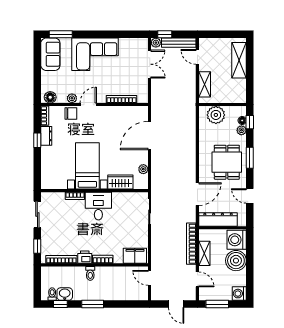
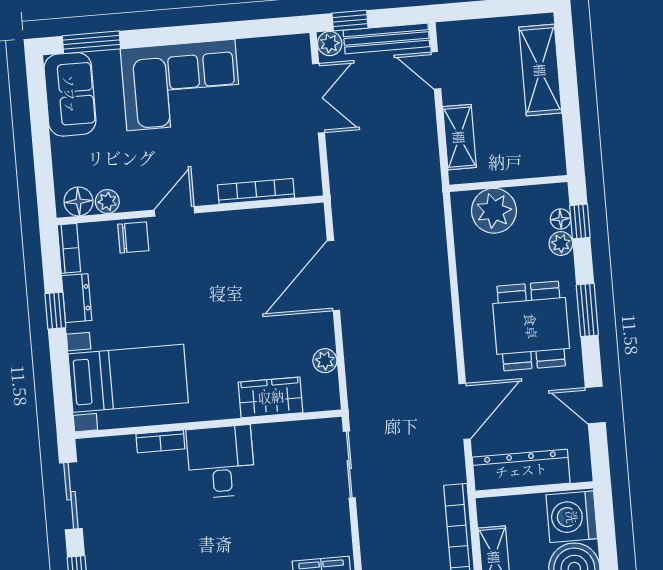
plant: (72, 98) -> (107, 202), moved
bed with nightstands: (87, 166) -> (128, 378), moved, turned 90

